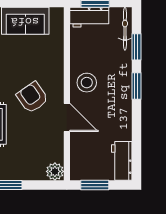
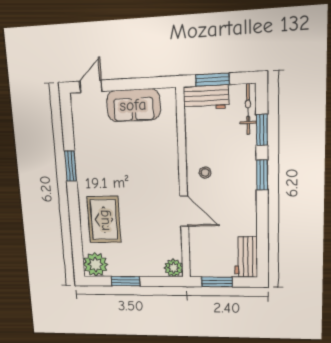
stool: (87, 83) -> (205, 173), width x0.53, depth x0.53
armchair: (32, 97) -> (146, 190), removed

